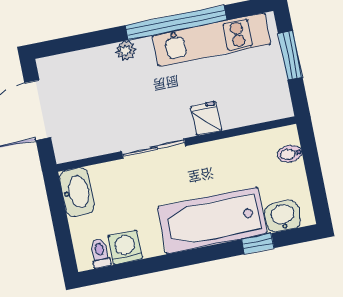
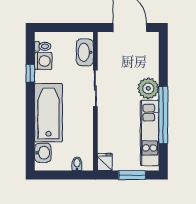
plant: (126, 51) -> (148, 88), width x1.88, depth x1.88
fridge: (206, 118) -> (105, 162), moved, turned -90
washbasin: (77, 192) -> (85, 52), moved, turned 90
window: (258, 244) -> (30, 73), moved

